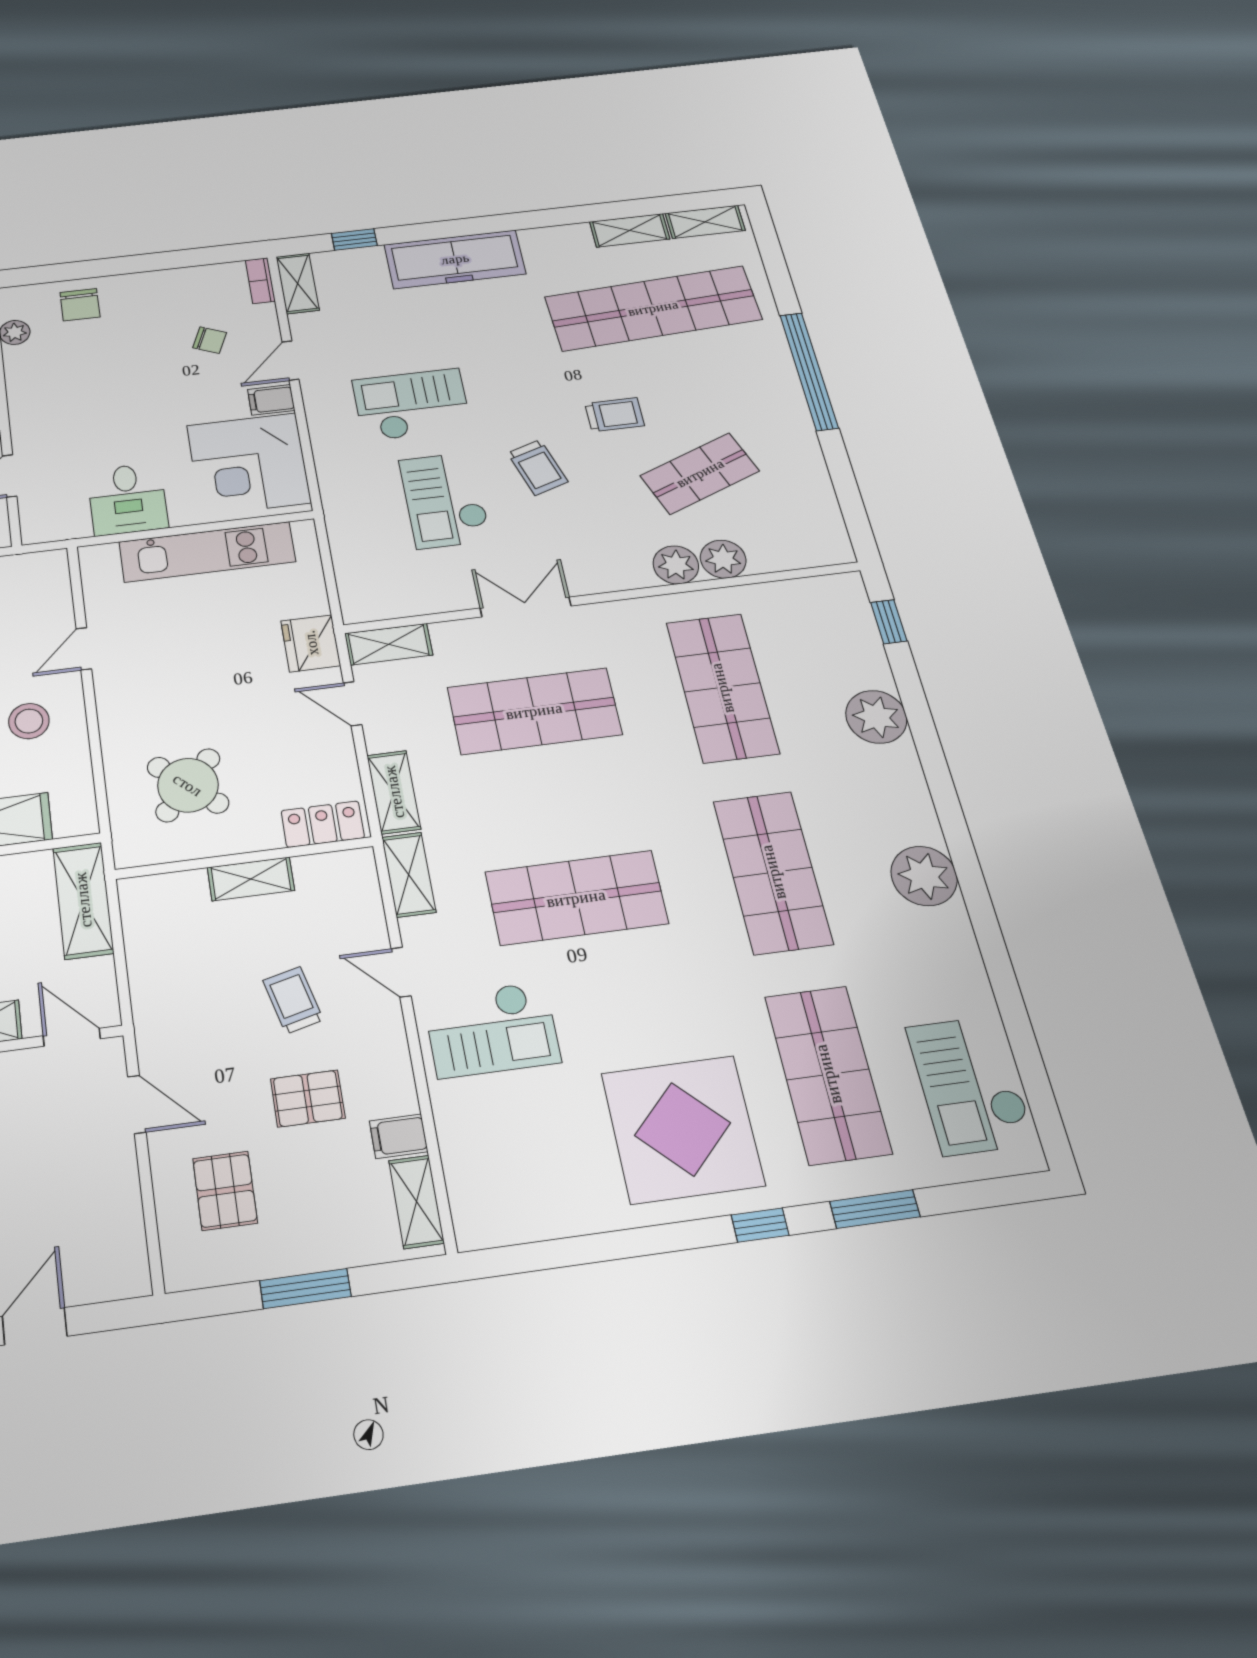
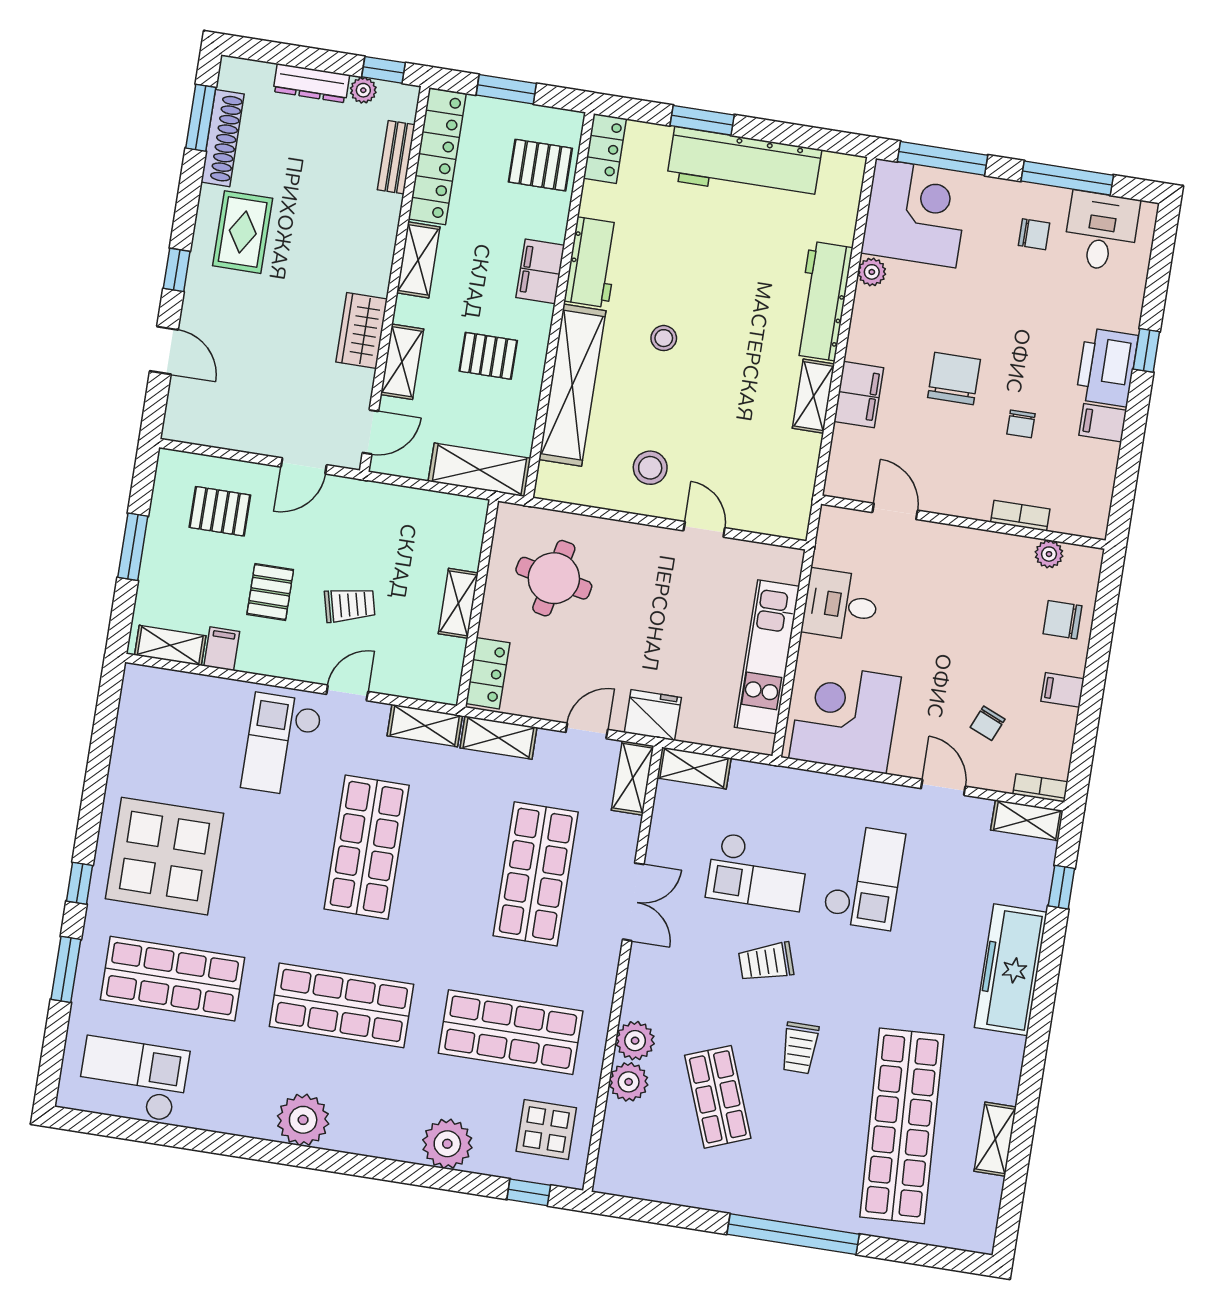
shelving: (705, 222) -> (694, 768), moved, turned 90
filing cabinet: (271, 400) -> (1063, 690), moved, turned -90
checkout: (445, 500) -> (757, 872), turned 180
display table: (812, 623) -> (546, 1129), added
round table: (188, 785) -> (554, 578), turned -30

